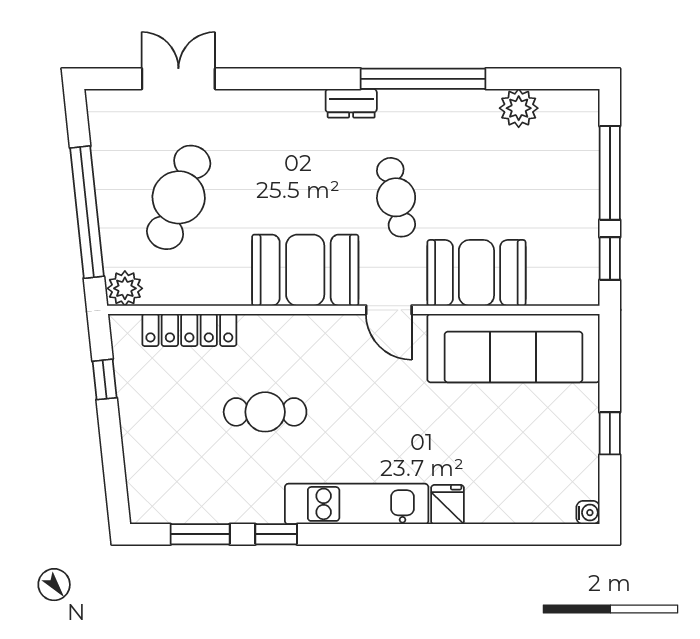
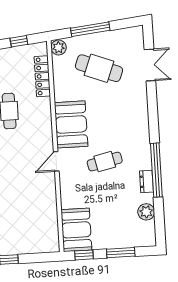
dresser: (351, 103) -> (146, 181), moved
window: (610, 173) -> (121, 253), width x0.69
window: (87, 212) -> (90, 29), width x0.68
booth: (476, 273) -> (76, 230), moved
sofa: (513, 348) -> (43, 216), removed

